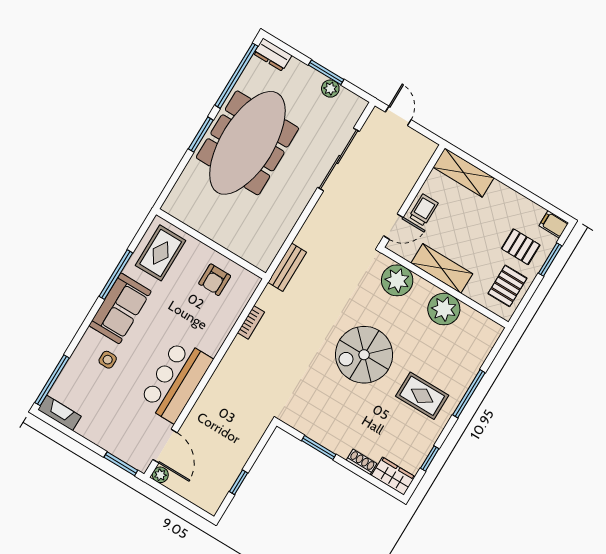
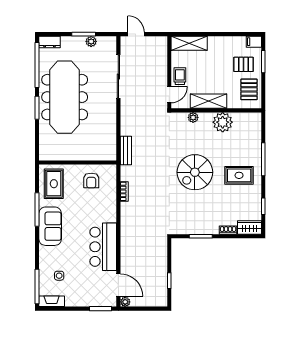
plant: (397, 280) -> (193, 117), width x0.53, depth x0.53
side table: (108, 360) -> (59, 276), moved

